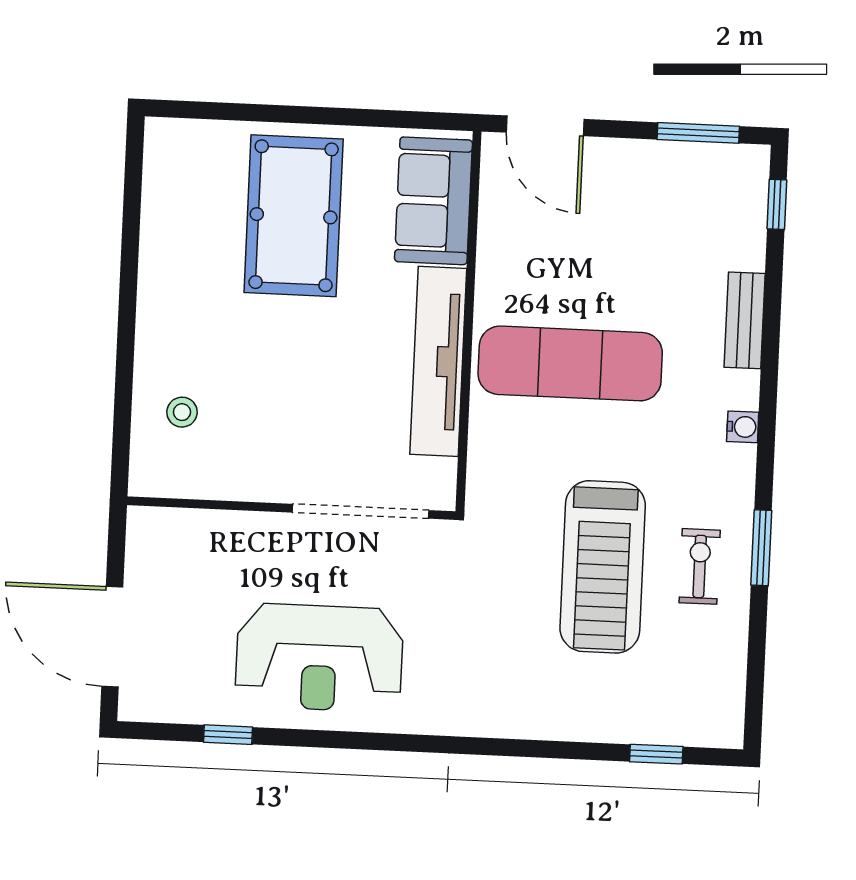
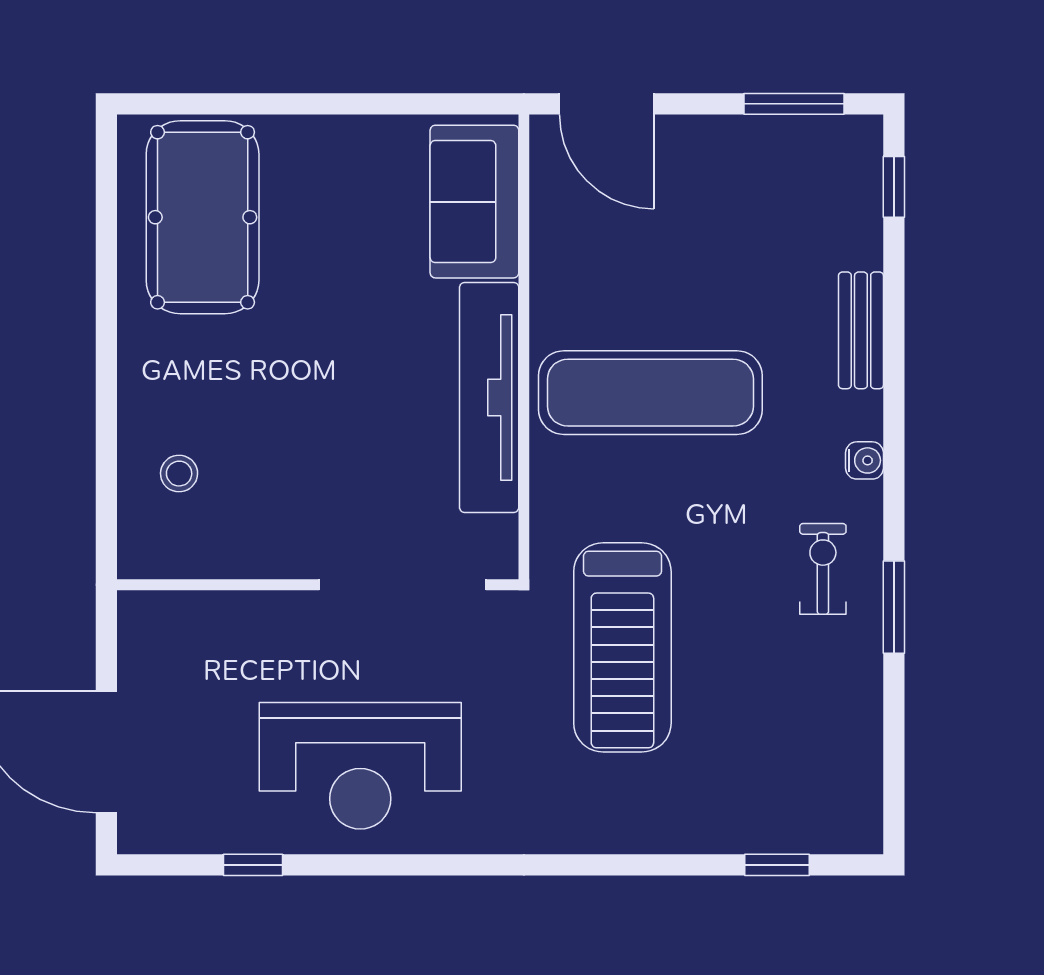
pool table: (294, 216) -> (203, 217), moved
exercise bike: (700, 566) -> (823, 569), moved
treadmill: (603, 567) -> (622, 647), moved

